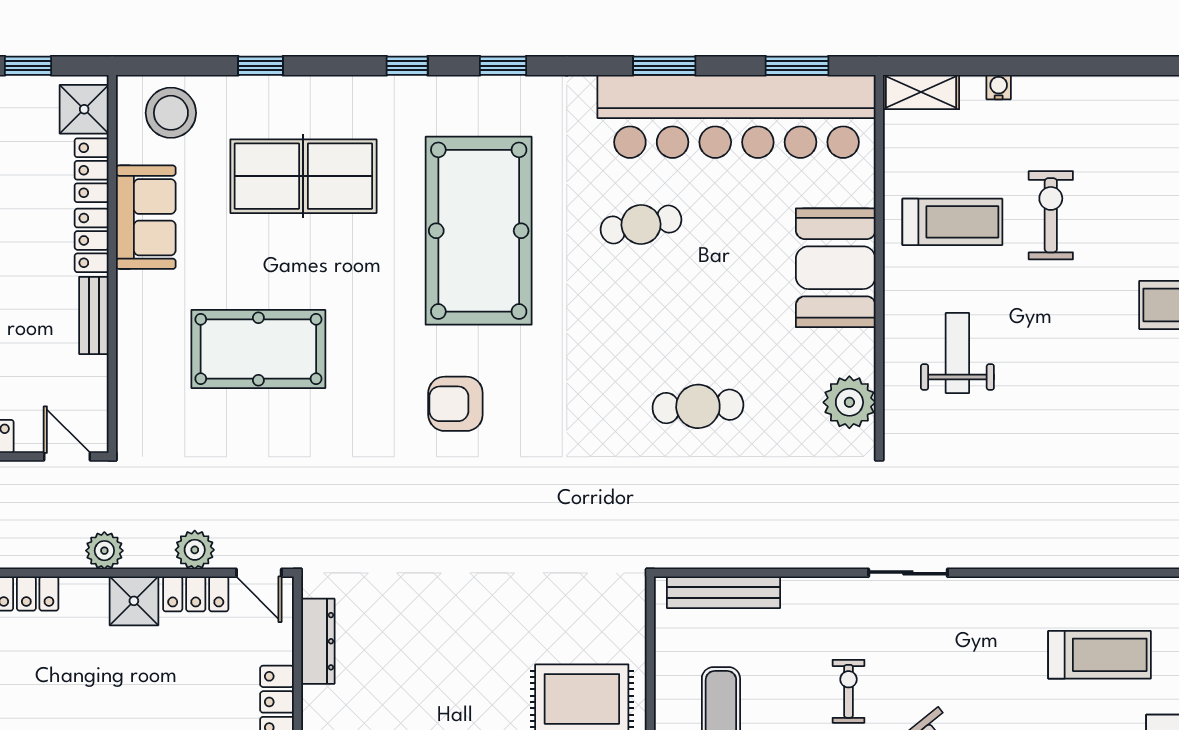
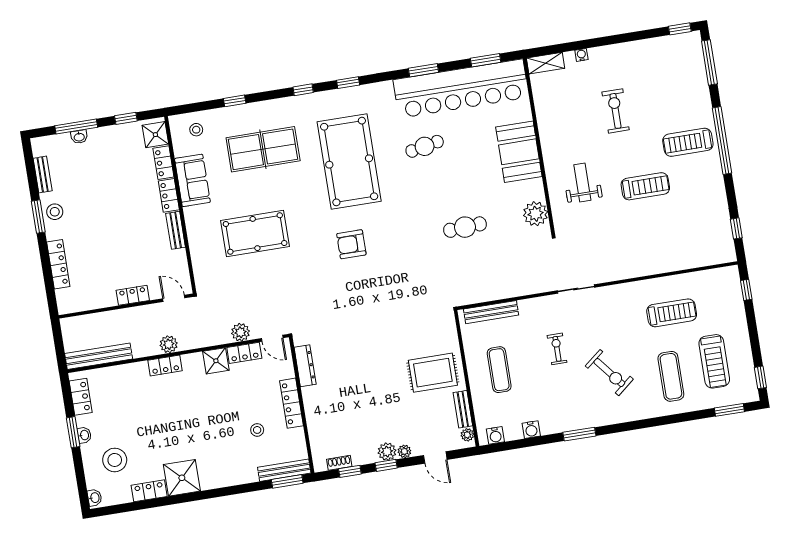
stool: (171, 113) -> (196, 130), width x0.53, depth x0.53
treadmill: (952, 222) -> (645, 186), moved
plant: (104, 551) -> (169, 344), moved

